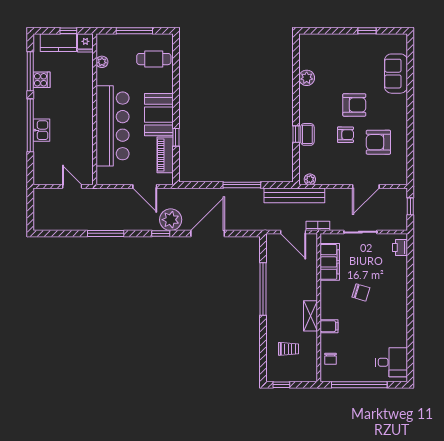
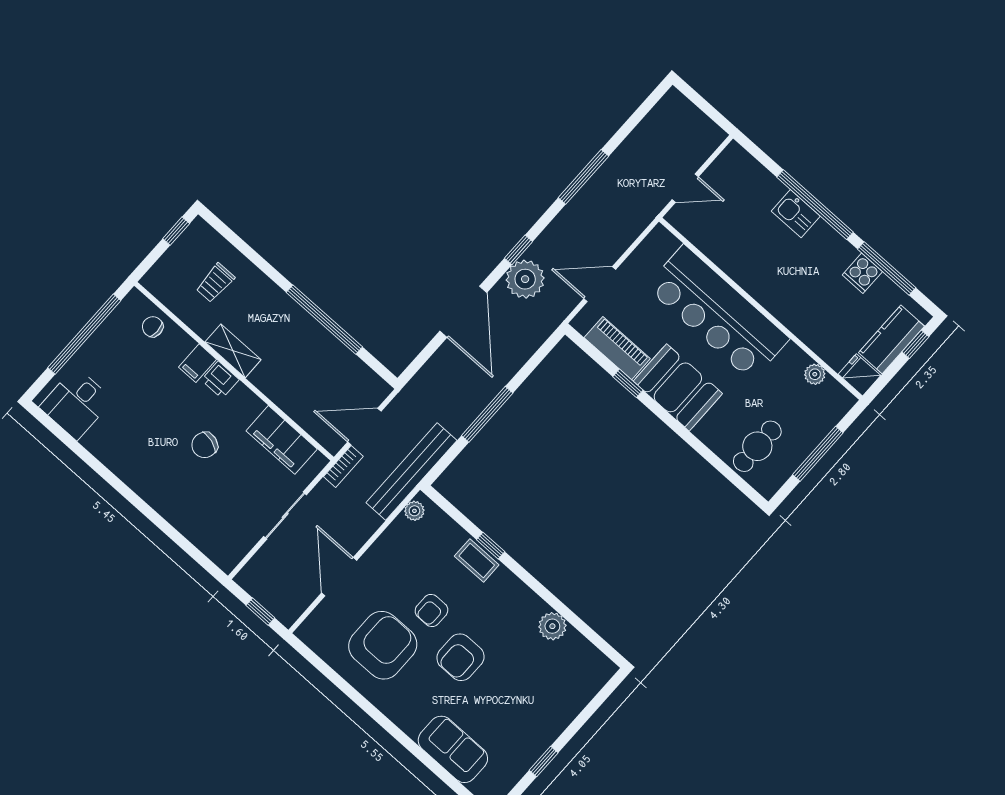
window: (68, 31) -> (915, 344), moved
armchair: (378, 142) -> (383, 645), width x1.36, depth x1.36
printer: (400, 247) -> (220, 380), moved, turned 180

